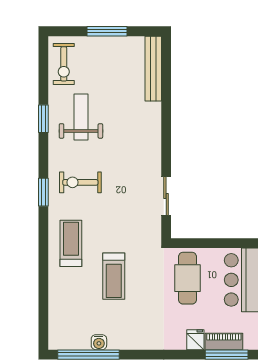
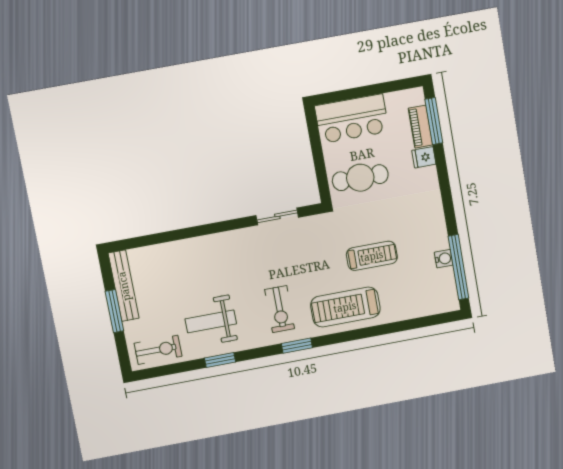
bench: (153, 69) -> (124, 286), moved, turned 90
treadmill: (71, 243) -> (345, 307), width x1.37, depth x1.37

